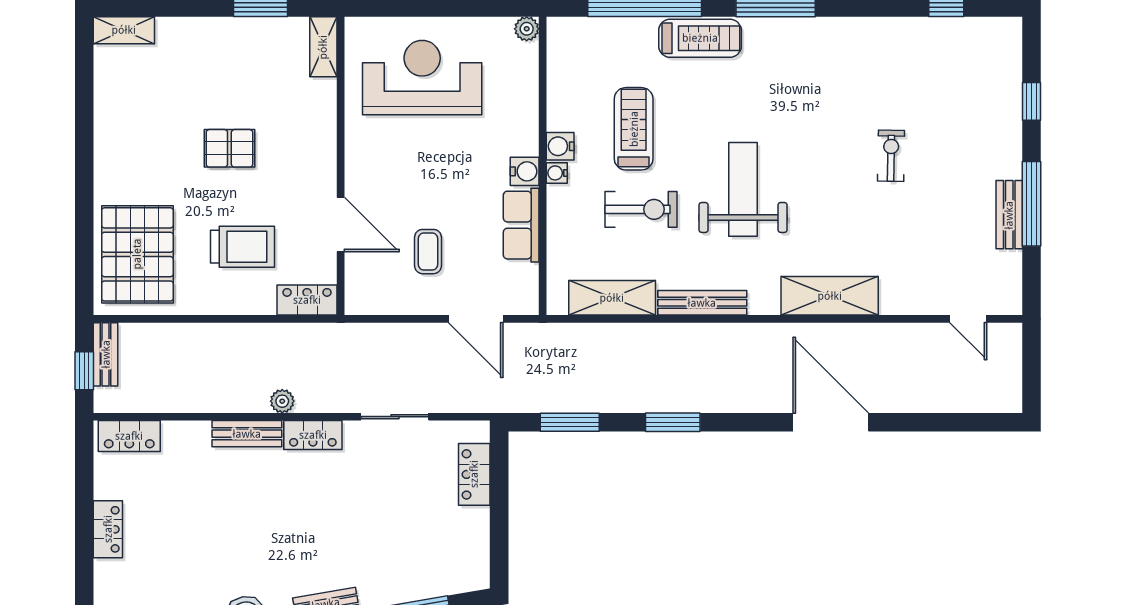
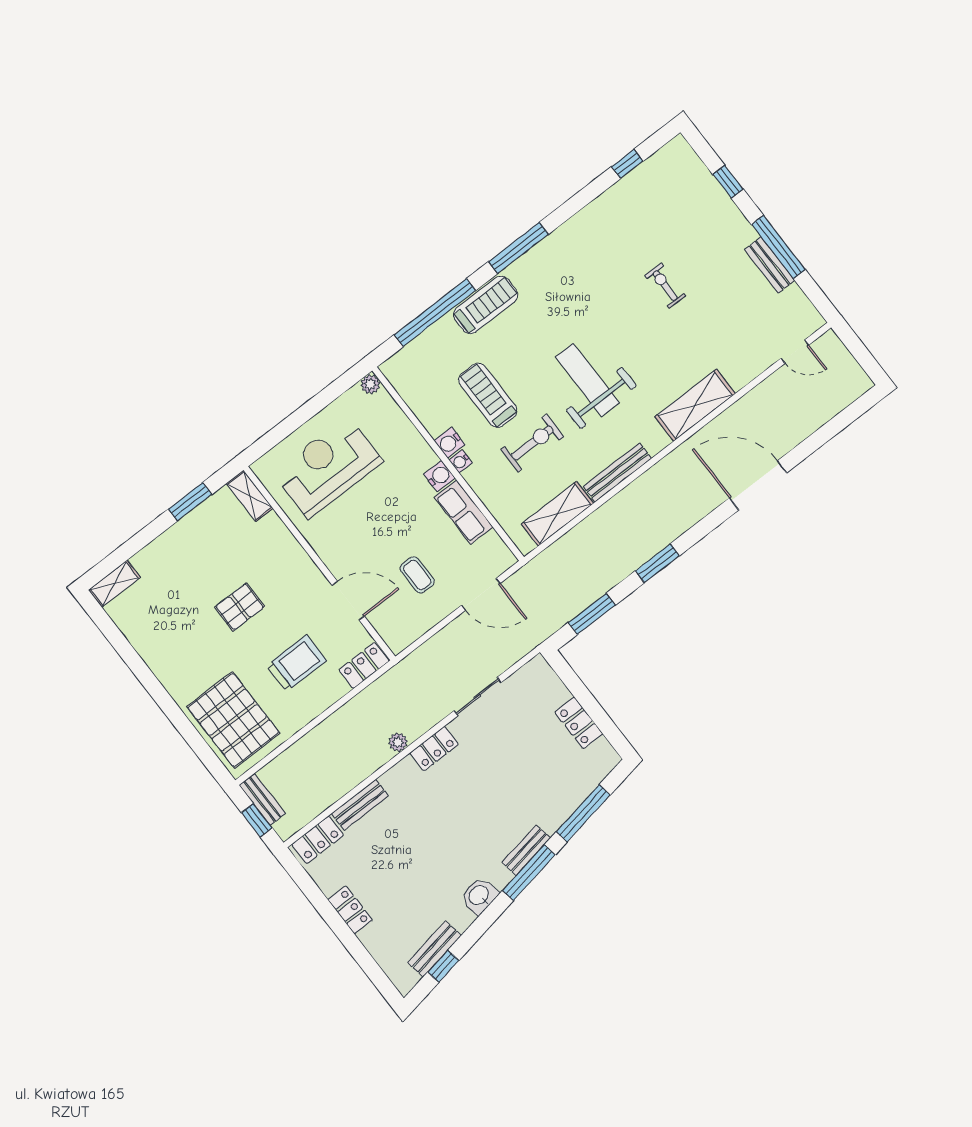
bench: (247, 434) -> (360, 805), moved
locker: (474, 474) -> (579, 723), moved

